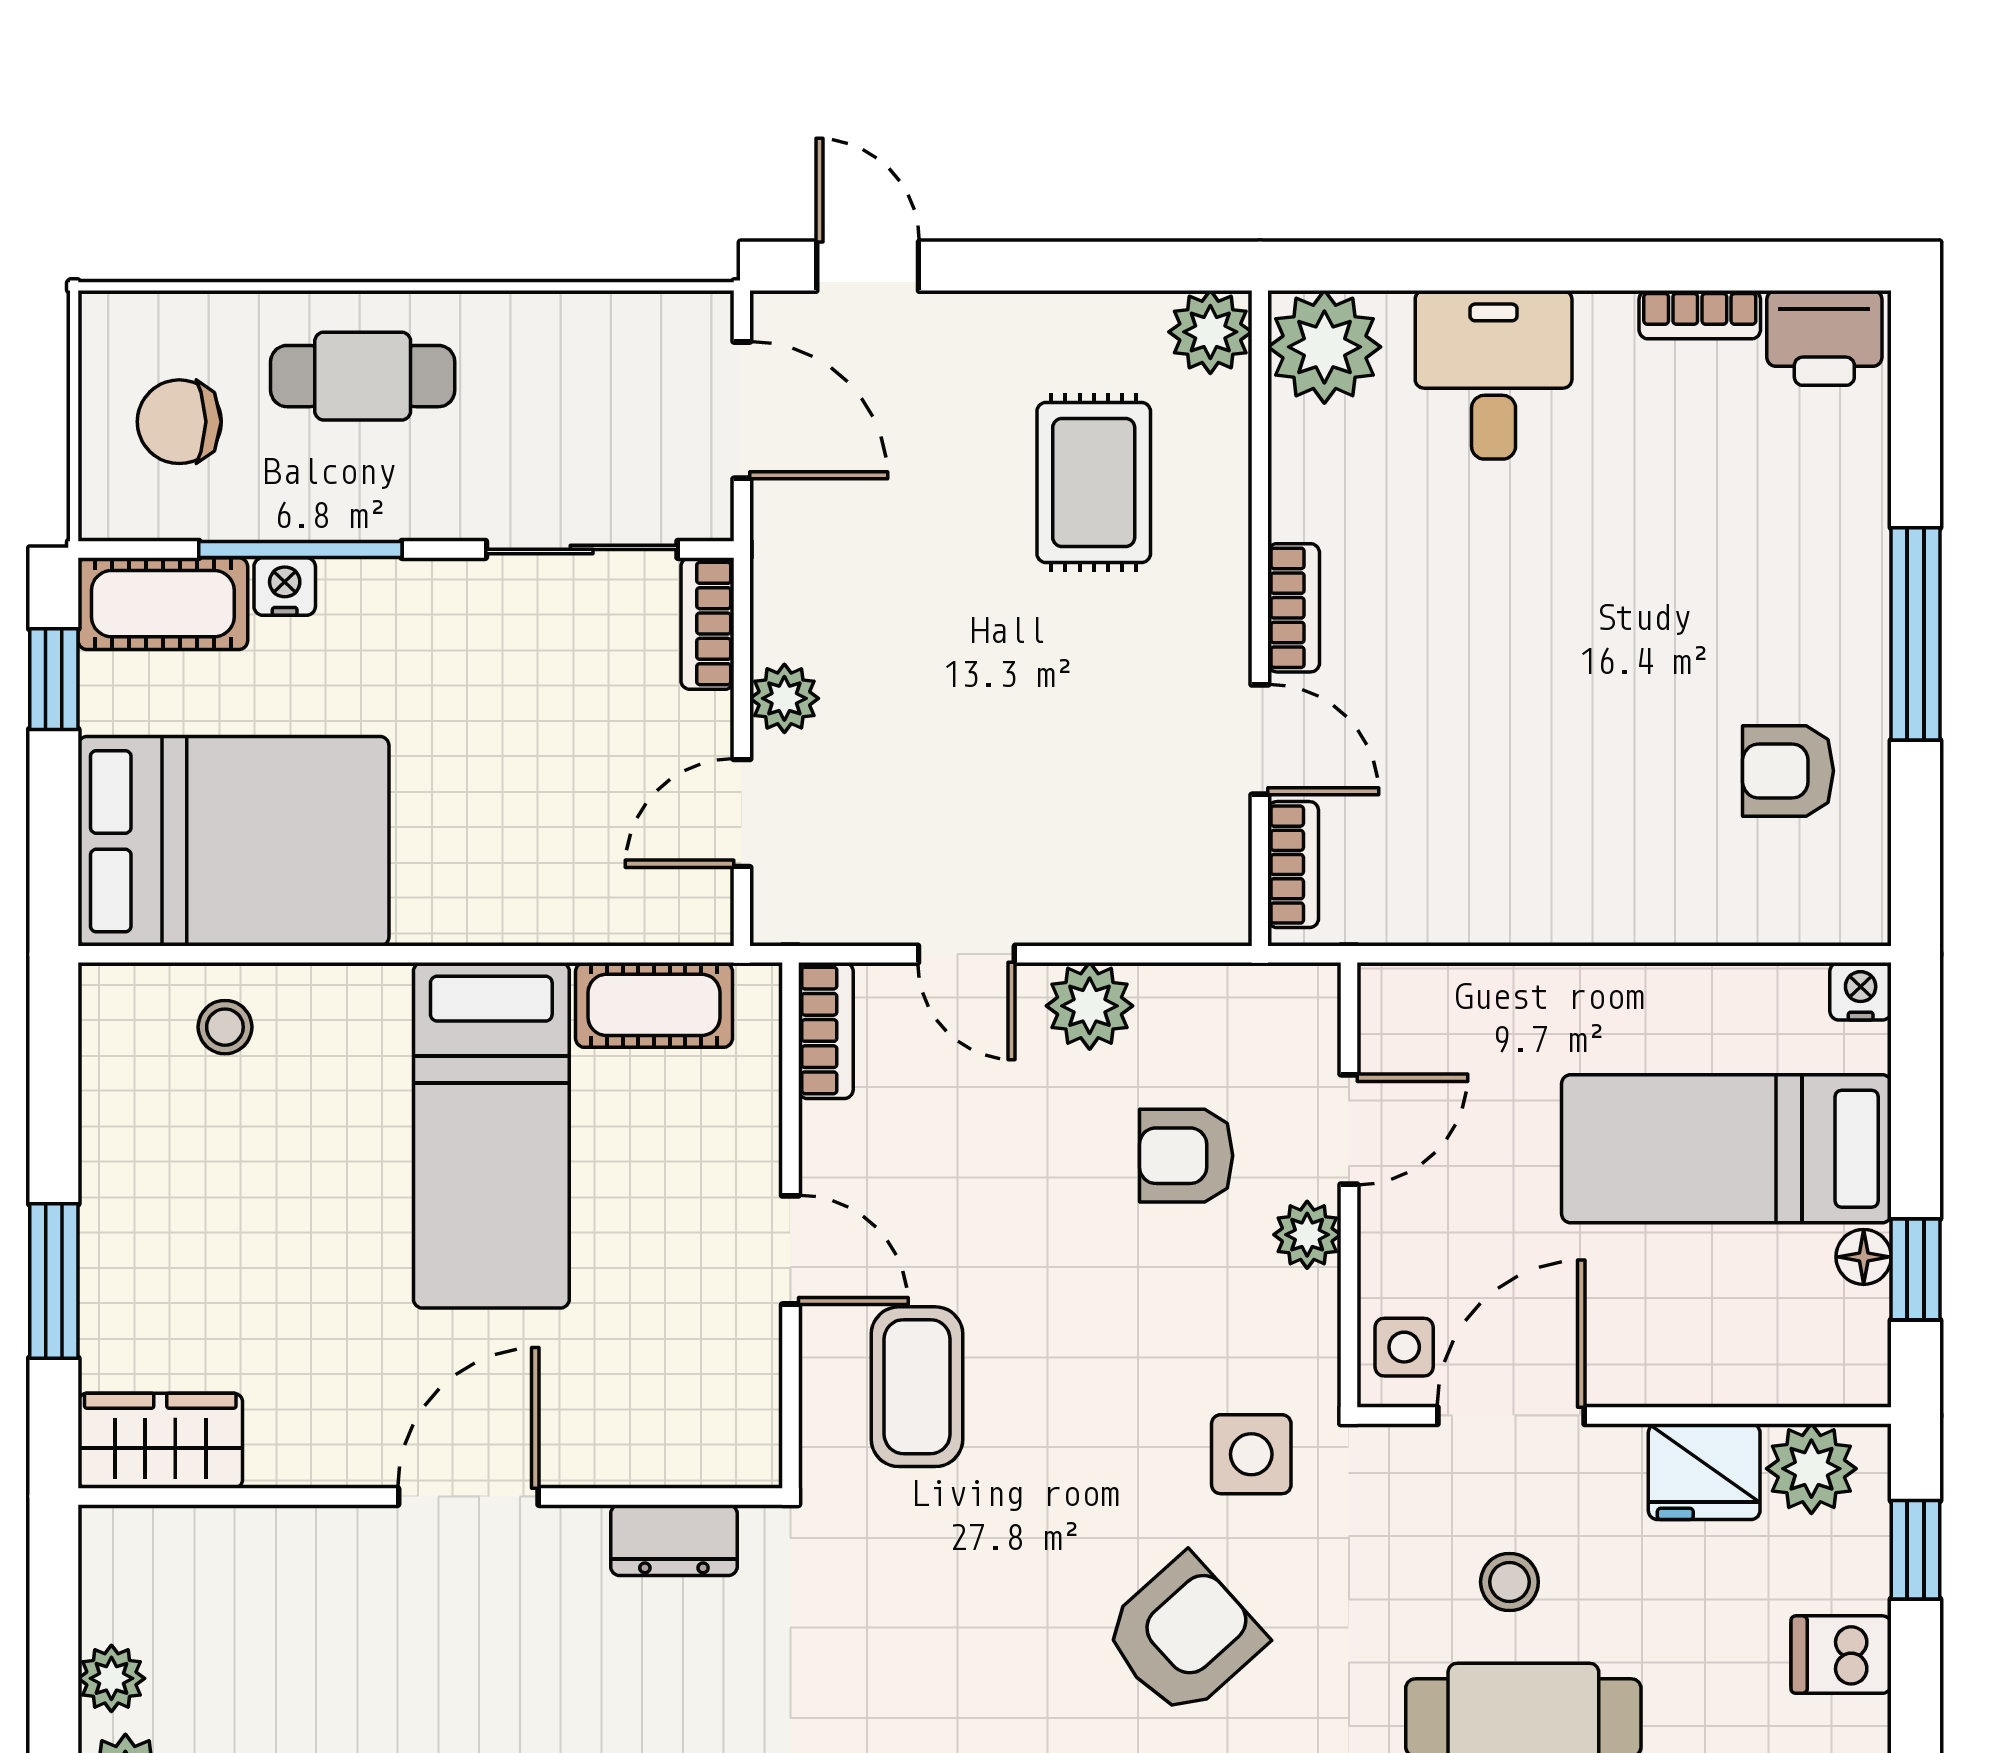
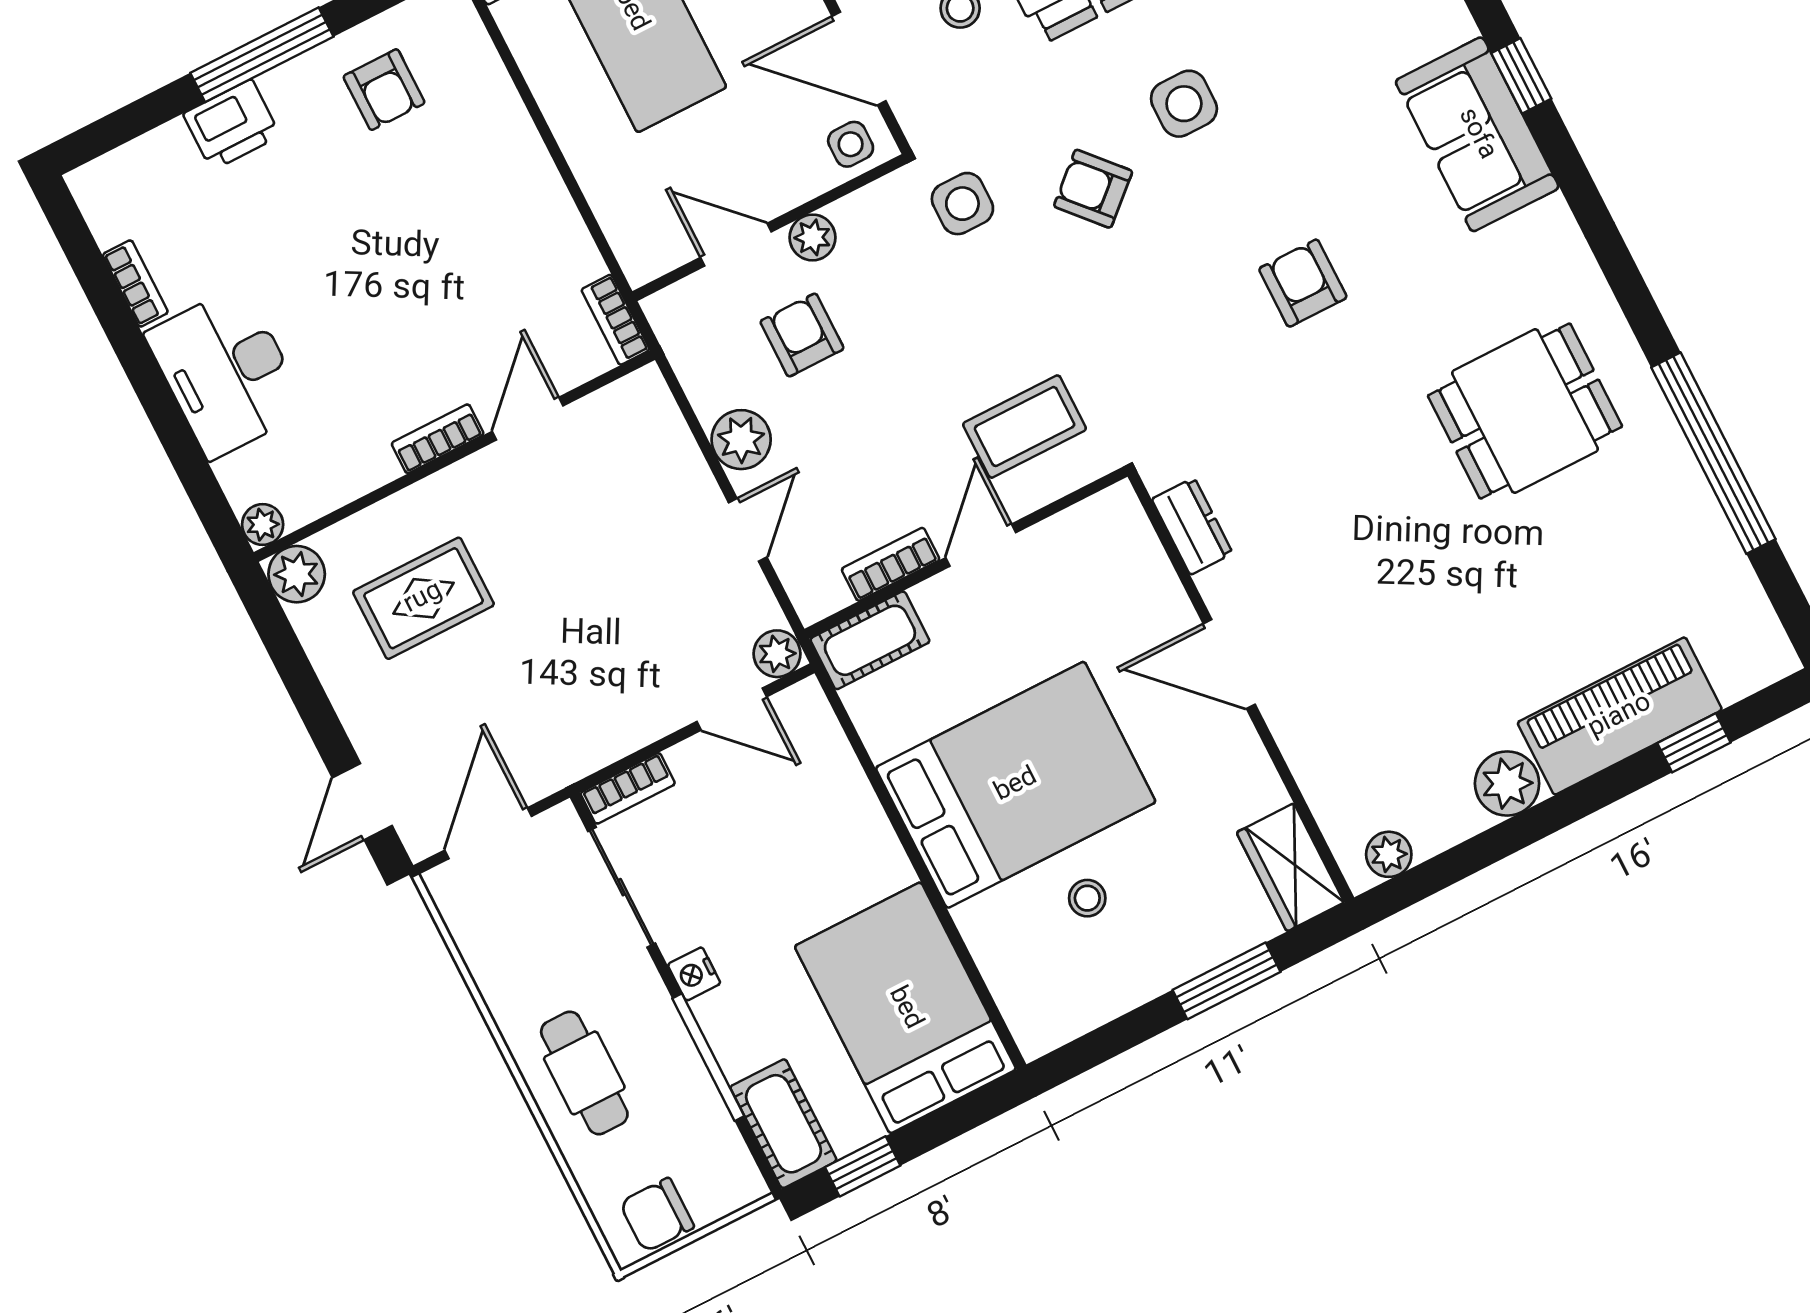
printer: (1824, 338) -> (232, 125), moved, turned 90
plant: (1324, 347) -> (263, 525), width x0.53, depth x0.53
desk: (1494, 375) -> (226, 372), width x1.37
chair: (179, 422) -> (657, 1215), moved, turned 90
nightstand: (285, 587) -> (694, 974), moved
plant: (784, 698) -> (777, 654), moved
bookcase: (1293, 865) -> (615, 320), moved, turned -90
cot: (654, 1005) -> (870, 640), moved, turned 90
stool: (225, 1027) -> (1087, 898), moved
bookcase: (826, 1030) -> (891, 564), moved
bed: (491, 1135) -> (1016, 785), width x1.50
armchair: (1186, 1156) -> (802, 335), turned 180
armchair: (1183, 1636) -> (1093, 189), width x0.72, depth x0.72
plant: (111, 1678) -> (1389, 854), moved

